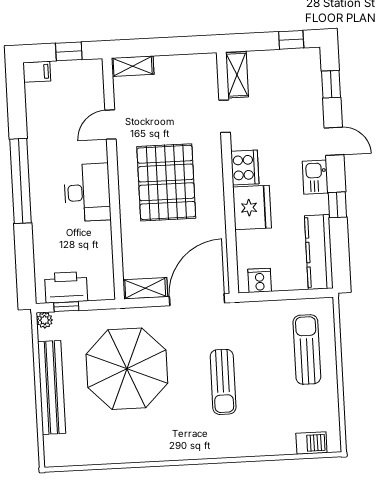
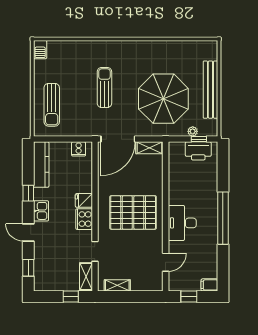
window: (291, 40) -> (71, 296), moved
shelving: (133, 66) -> (117, 285), moved
door: (110, 125) -> (166, 262), moved
pallet: (166, 182) -> (133, 212), turned 90
desk: (87, 192) -> (182, 223), moved
fridge: (252, 207) -> (84, 200), width x0.53, depth x0.75
plant: (45, 320) -> (193, 131), moved
barbecue: (311, 443) -> (40, 50), moved, turned -90

